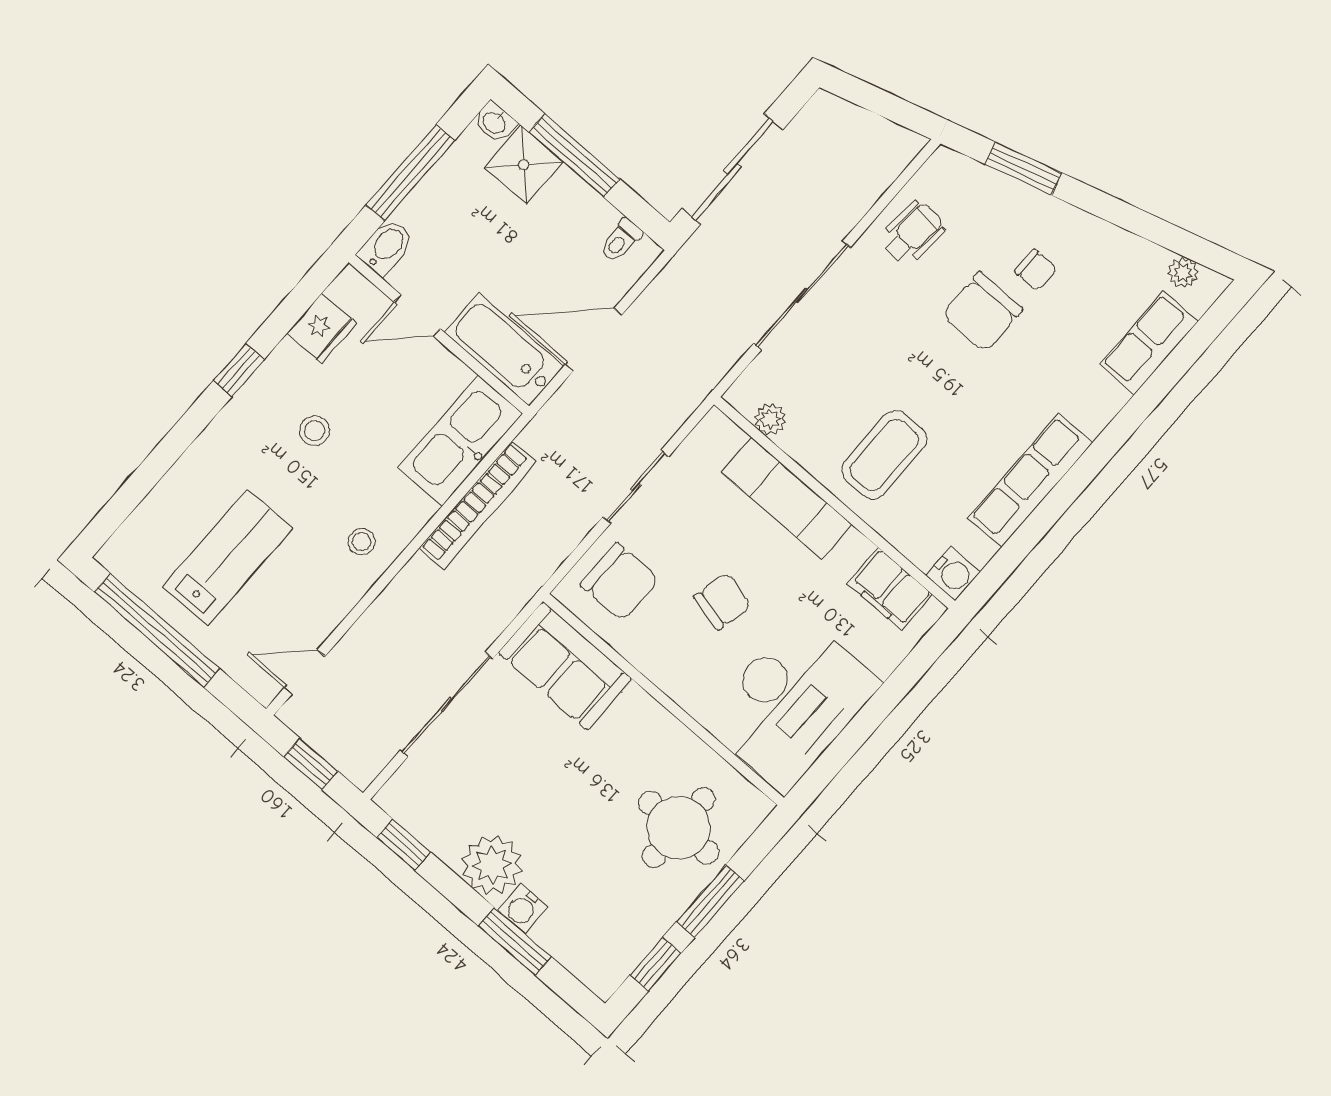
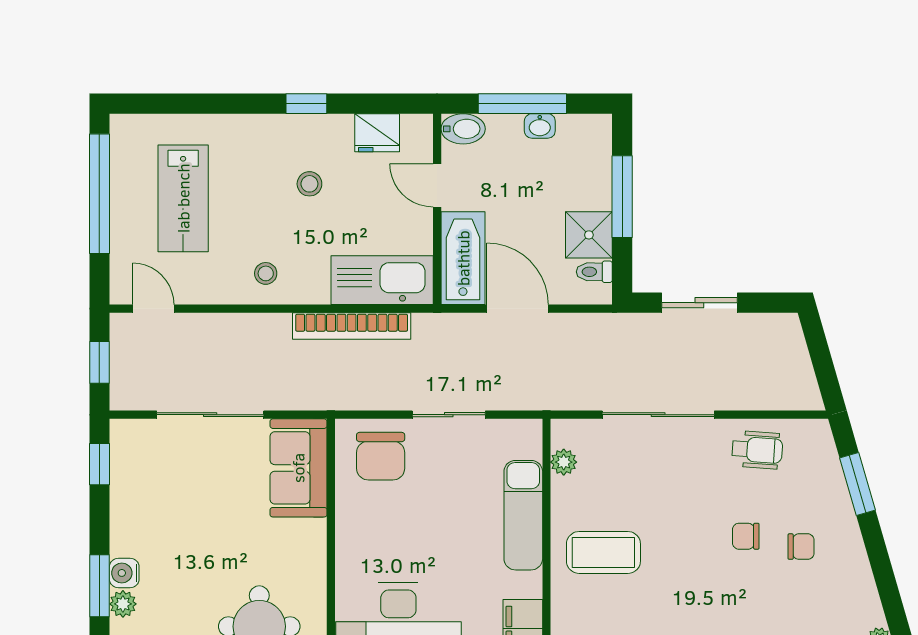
washbasin: (495, 122) -> (540, 126), moved, turned -90
shower: (524, 165) -> (589, 235), moved
sliding door: (732, 169) -> (699, 303), width x0.73
chair: (1036, 270) -> (801, 547), turned -90
chair: (982, 312) -> (746, 536), width x0.54, depth x0.54
lab bench: (228, 558) -> (183, 198), turned 90
chair: (723, 601) -> (424, 531), removed
plant: (492, 865) -> (123, 604), moved, width x0.53, depth x0.53

